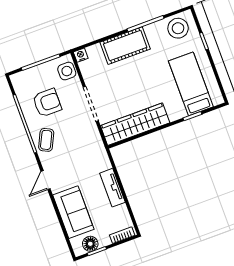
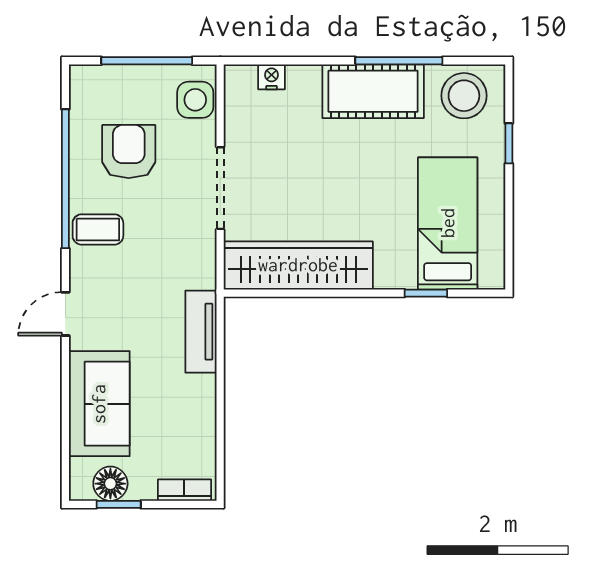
cot: (125, 46) -> (373, 91), moved
nightstand: (81, 55) -> (272, 77), moved
armchair: (47, 103) -> (129, 152), turned -90
coffee table: (46, 140) -> (98, 229), turned 64
tv unit: (112, 188) -> (201, 332), moved

